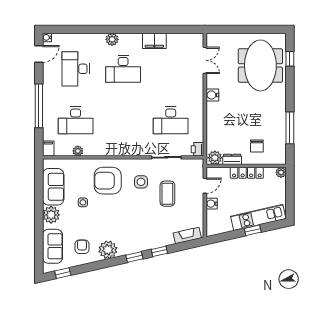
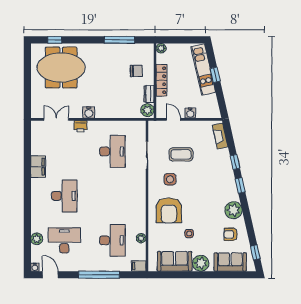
plant: (112, 39) -> (37, 239), moved
desk: (76, 69) -> (64, 240), turned 180
printer: (198, 149) -> (81, 126), moved

